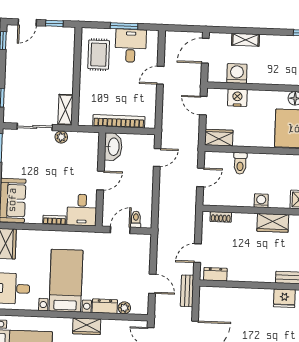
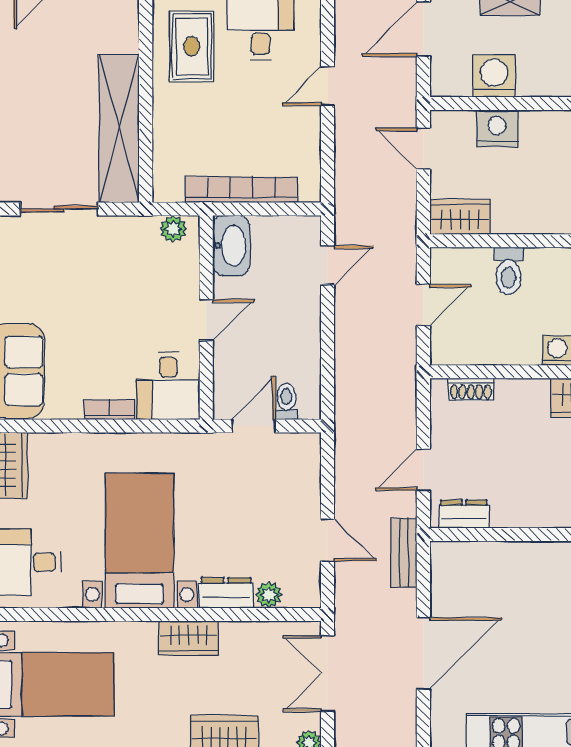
shelving: (65, 110) -> (119, 129), width x2.20, depth x1.33
plant: (61, 137) -> (173, 229), moved

